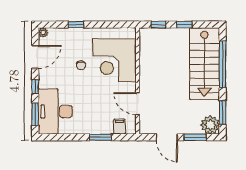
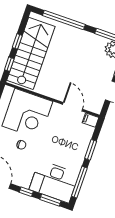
stairs: (204, 64) -> (31, 53), moved, turned -90
door: (138, 104) -> (73, 107), swing flipped
filing cabinet: (119, 127) -> (90, 120), moved
window: (64, 137) -> (79, 182), added

